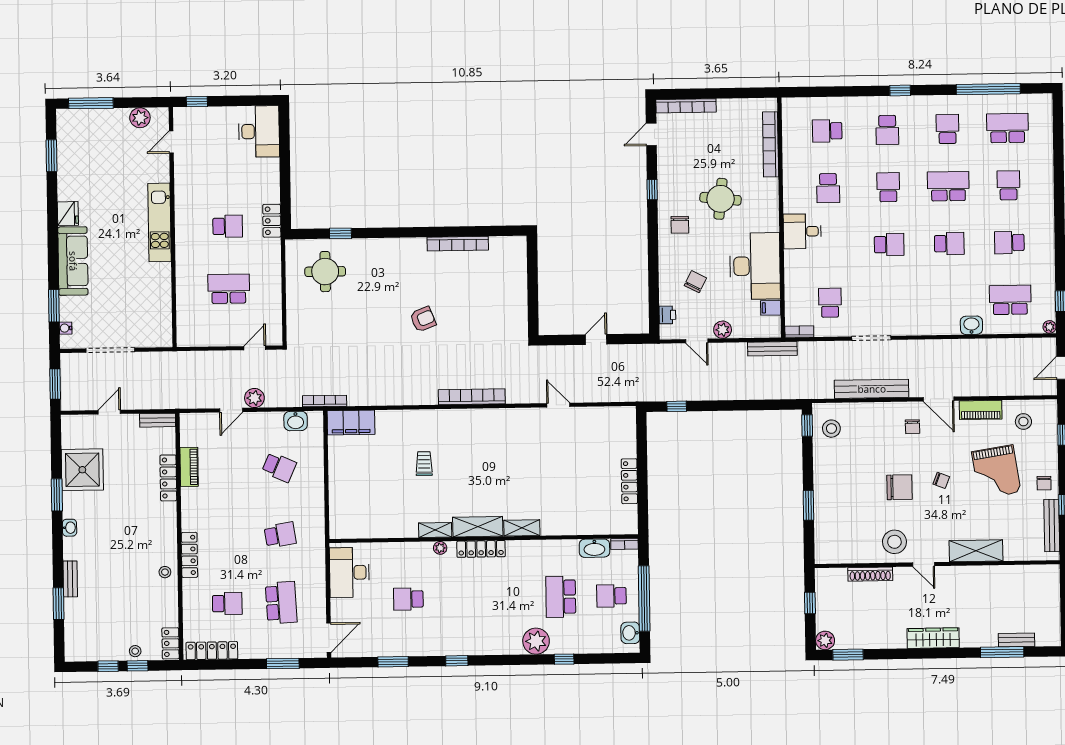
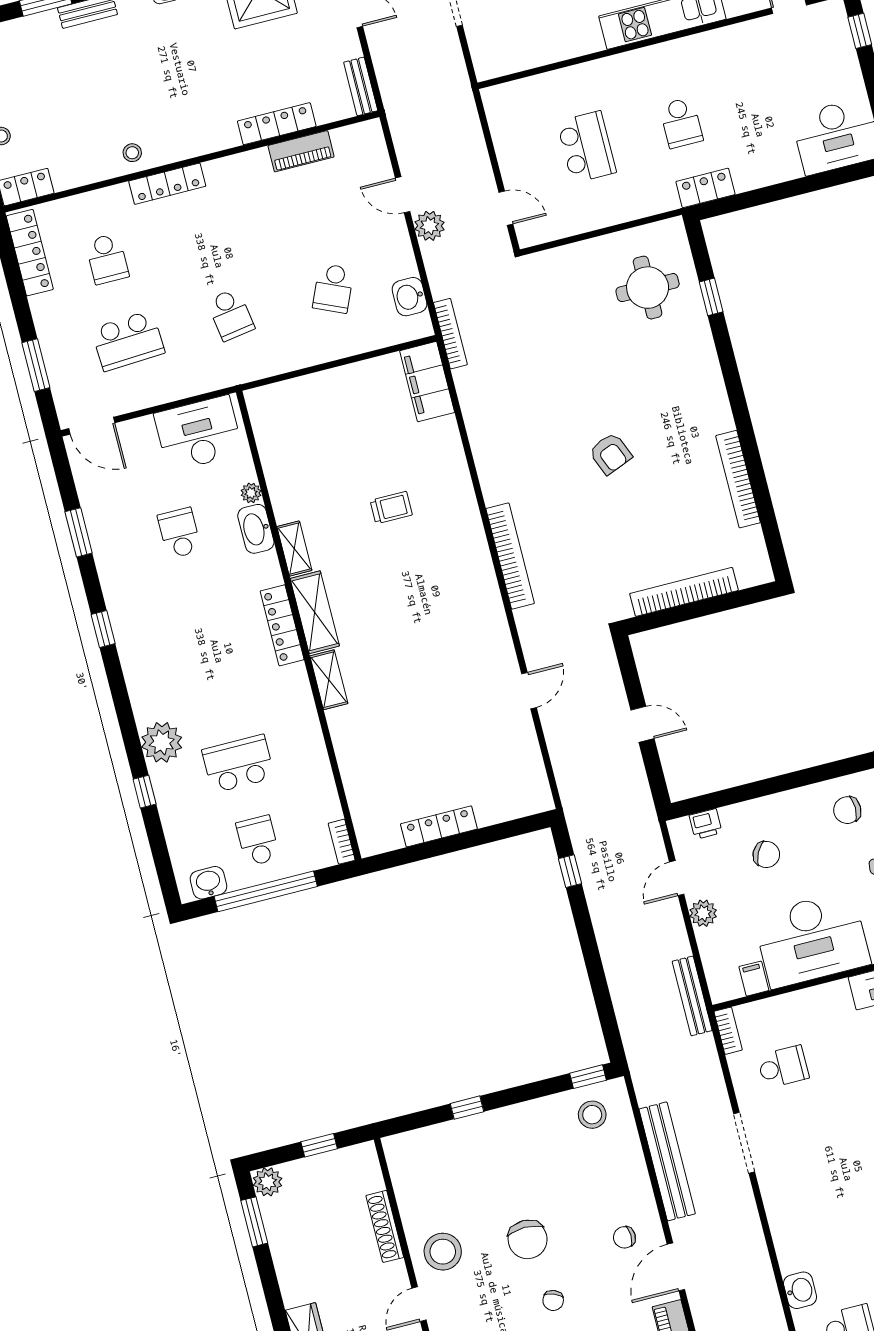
bookcase: (520, 294) -> (684, 592), added
window: (808, 505) -> (467, 1108), width x0.67
plant: (440, 548) -> (251, 493), moved
washbasin: (594, 548) -> (256, 529), moved

